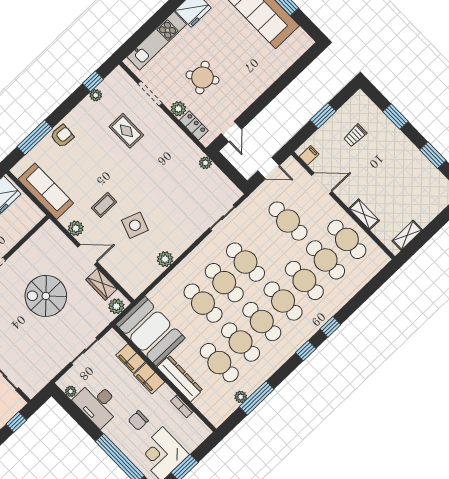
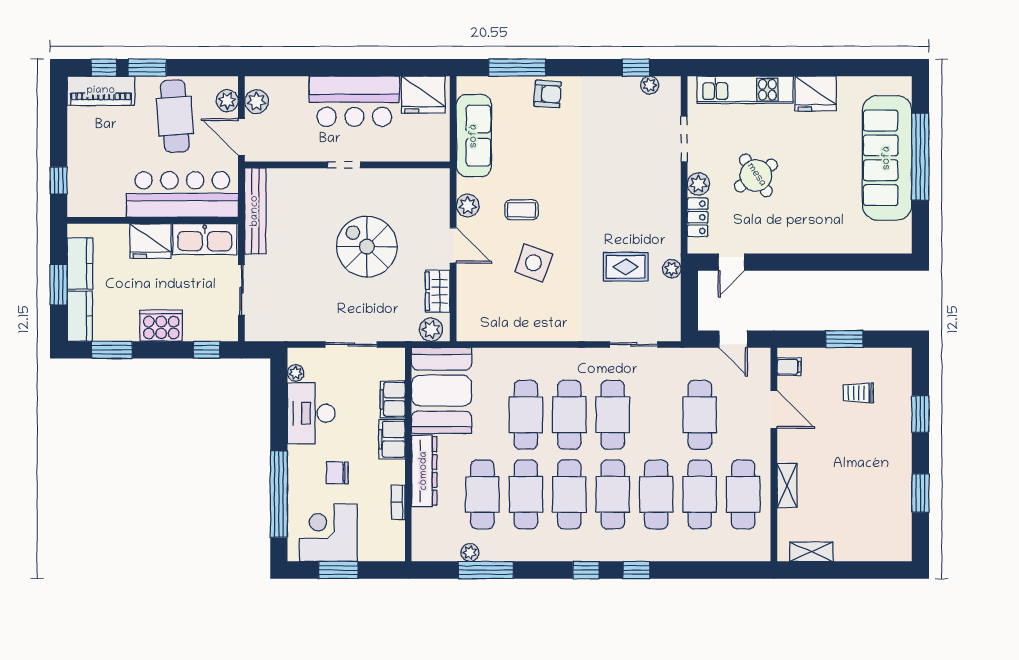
plant: (96, 95) -> (650, 85), moved
rug: (126, 131) -> (626, 267), moved, turned 90
plant: (165, 259) -> (531, 329), removed

